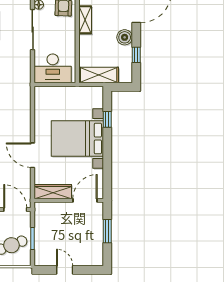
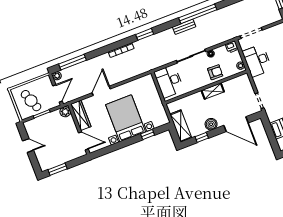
shelving: (99, 75) -> (181, 126), moved
plant: (41, 209) -> (65, 112), added
window: (107, 231) -> (58, 169), moved
door: (65, 270) -> (28, 146), hinge flipped

